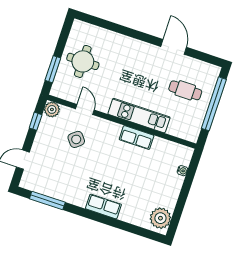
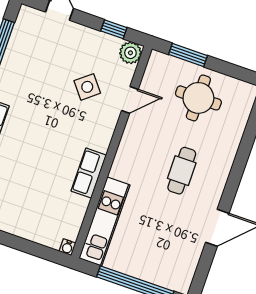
cafe table: (185, 90) -> (182, 171), moved
kitchen unit: (139, 116) -> (104, 222), moved
water cooler: (182, 171) -> (67, 247), moved

